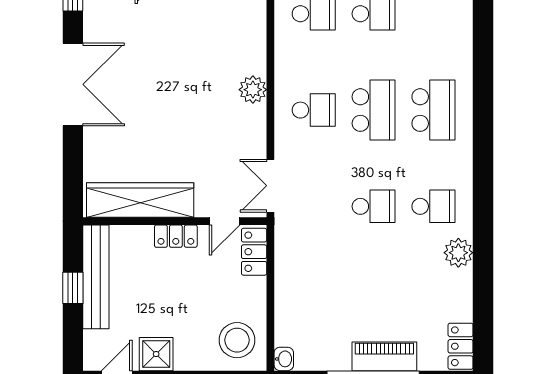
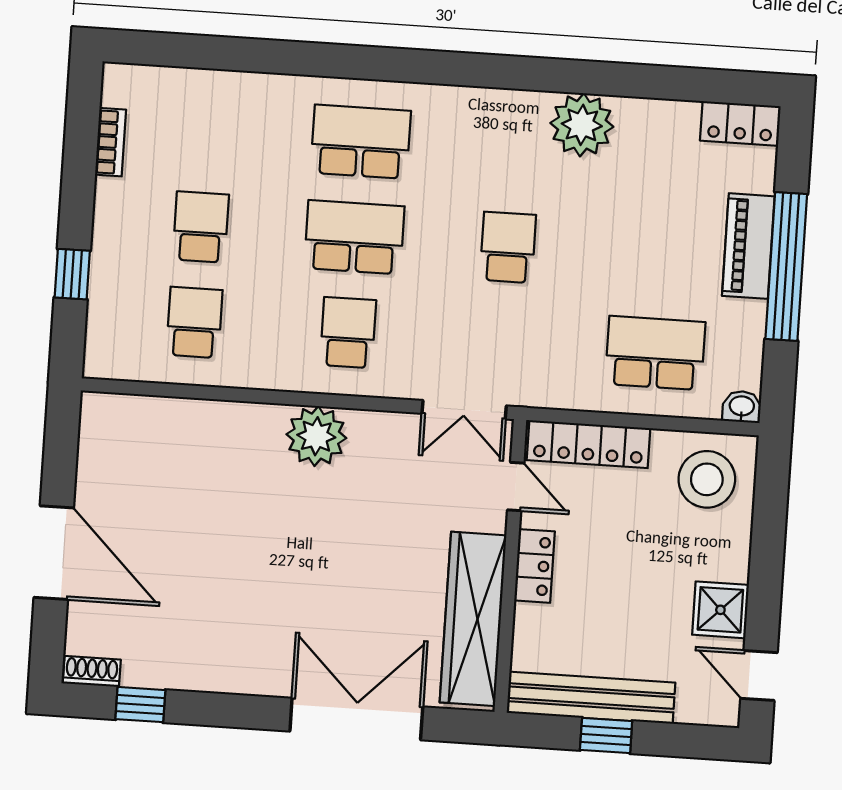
double door: (73, 84) -> (356, 719), moved
plant: (253, 90) -> (316, 436), width x1.36, depth x1.36
school desk: (433, 206) -> (655, 353), moved, width x1.85
locker: (254, 252) -> (588, 444), width x1.53
plant: (458, 253) -> (582, 125), width x1.36, depth x1.36

